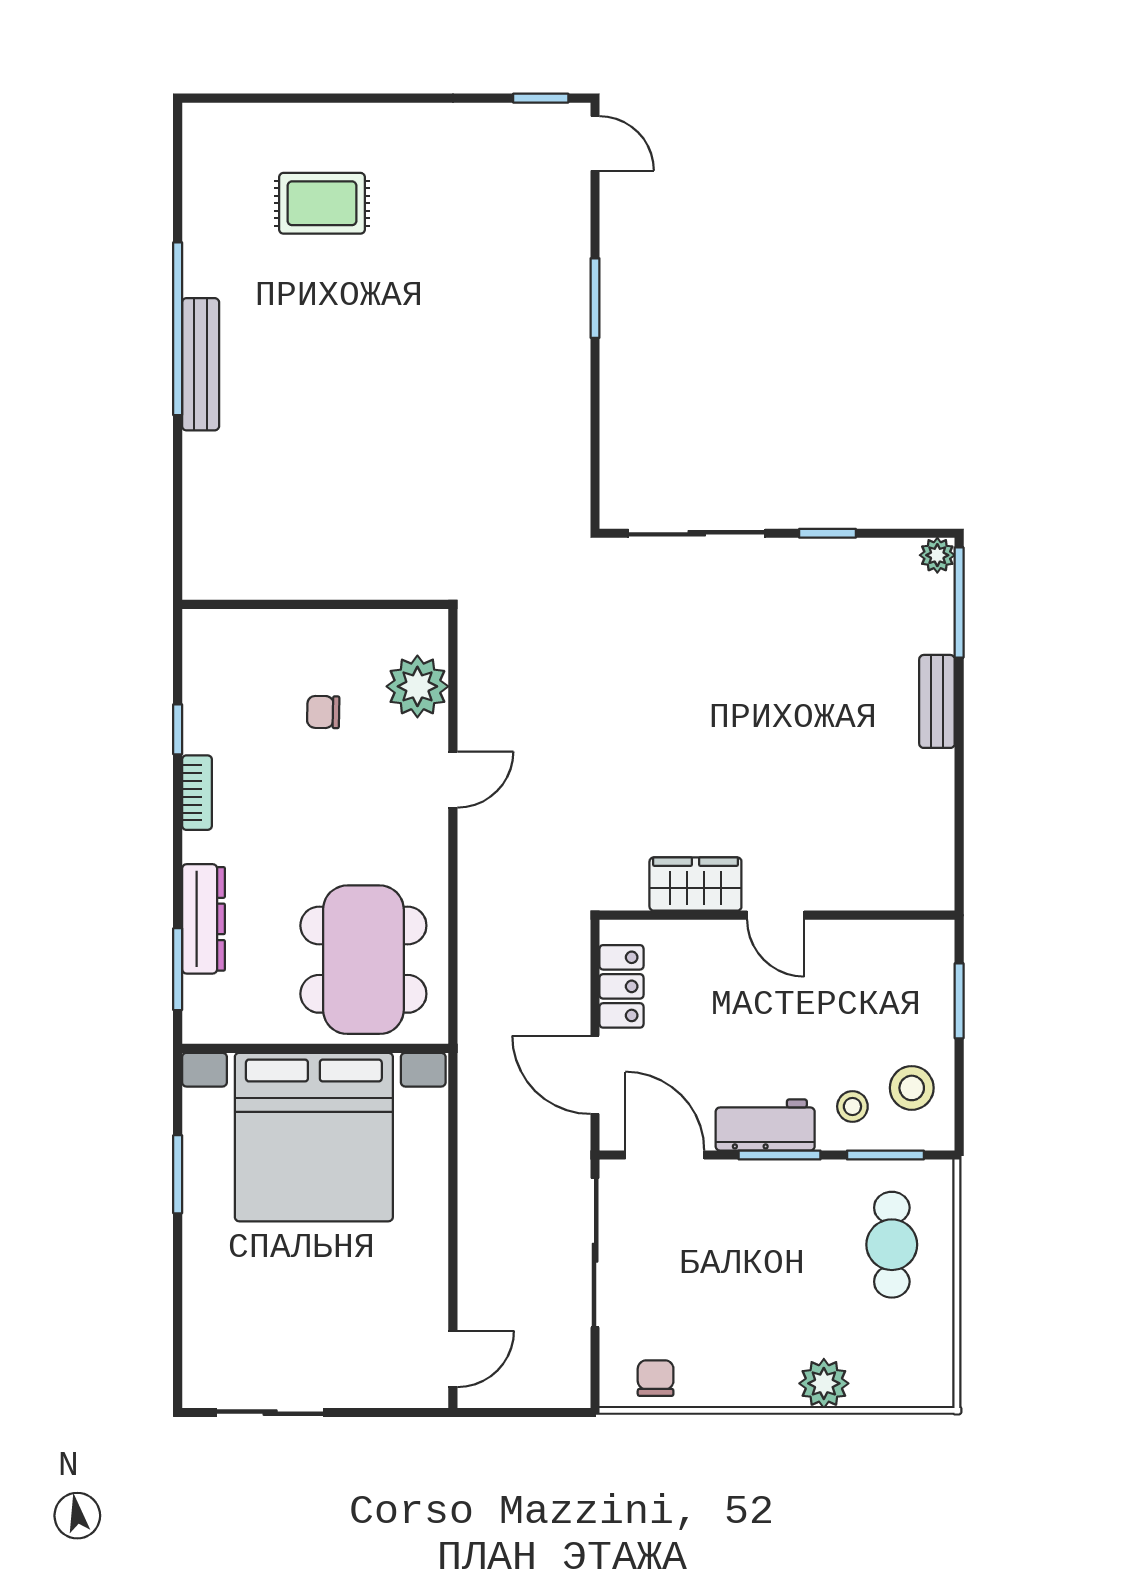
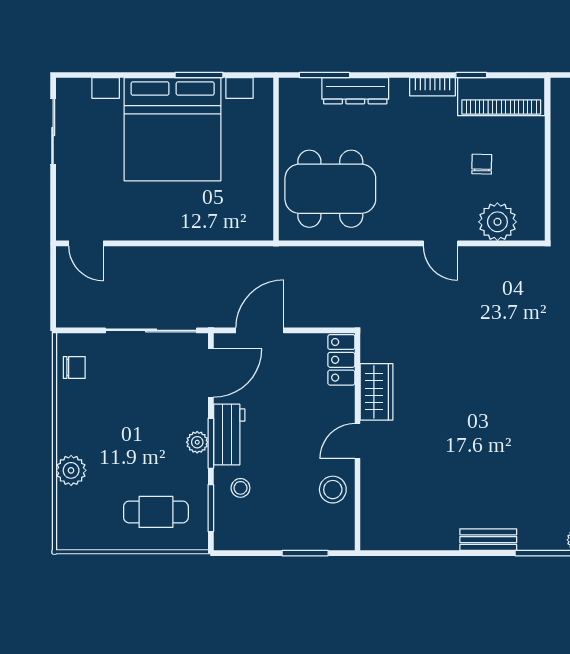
piano: (213, 680) -> (501, 97), added
locker: (622, 986) -> (341, 360), moved, turned 90
stool: (912, 1088) -> (333, 490), moved
bed with nightstands: (314, 1137) -> (173, 129), moved, turned -90
plant: (778, 1177) -> (197, 442), added

